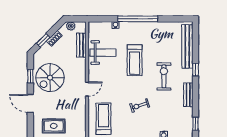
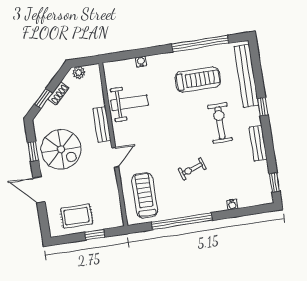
window: (138, 19) -> (200, 44), moved
bench: (81, 45) -> (102, 124), moved
treadmill: (135, 60) -> (198, 80), moved, turned -90
spiral stairs: (50, 78) -> (61, 149), turned -90

